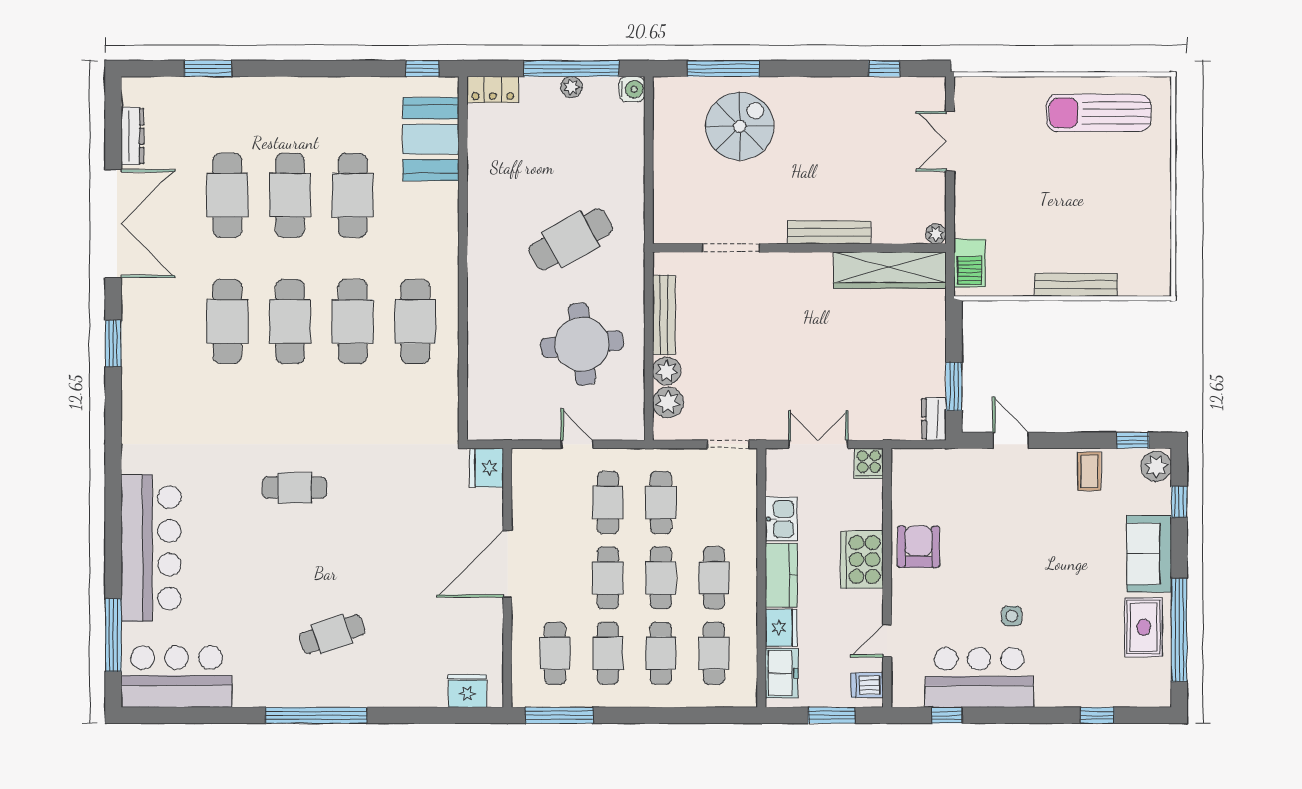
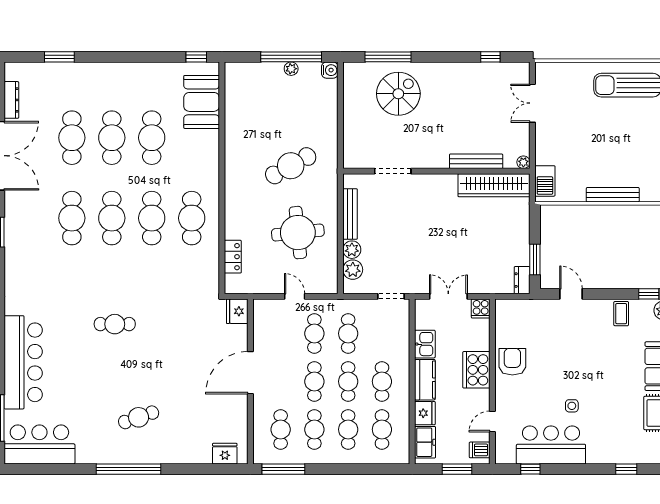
locker: (493, 89) -> (233, 257), moved, turned -90
bench: (829, 232) -> (476, 161), moved

